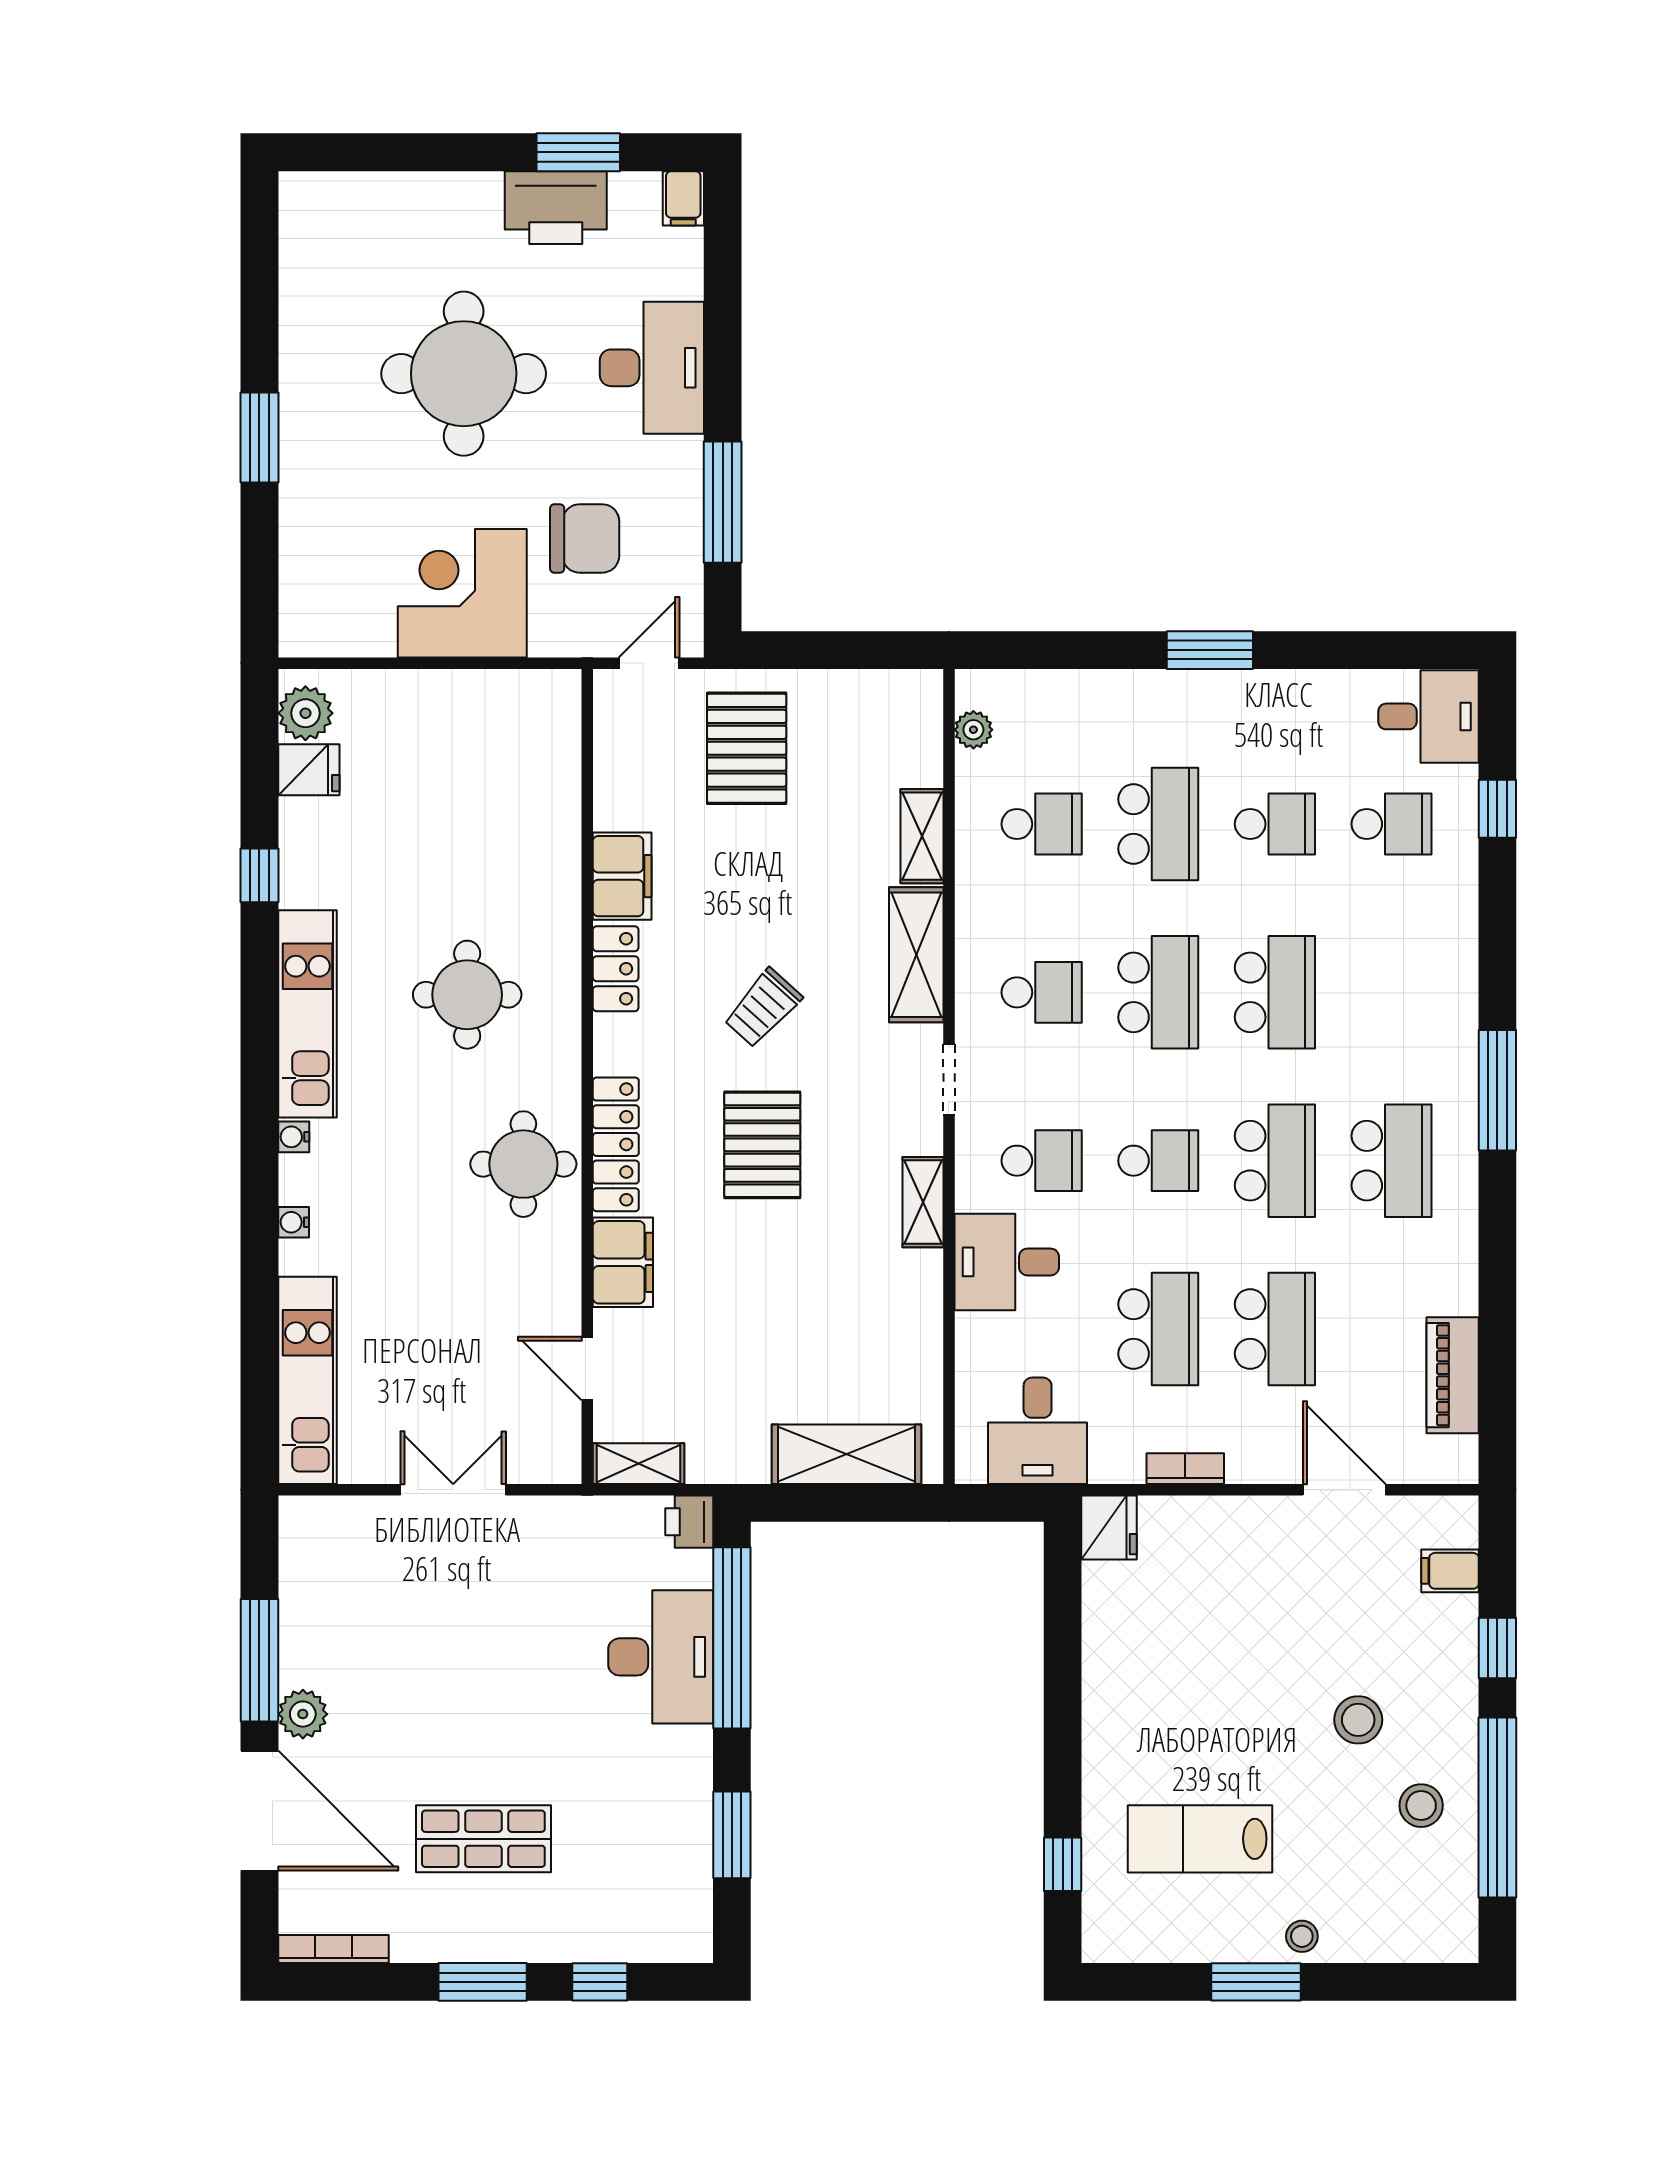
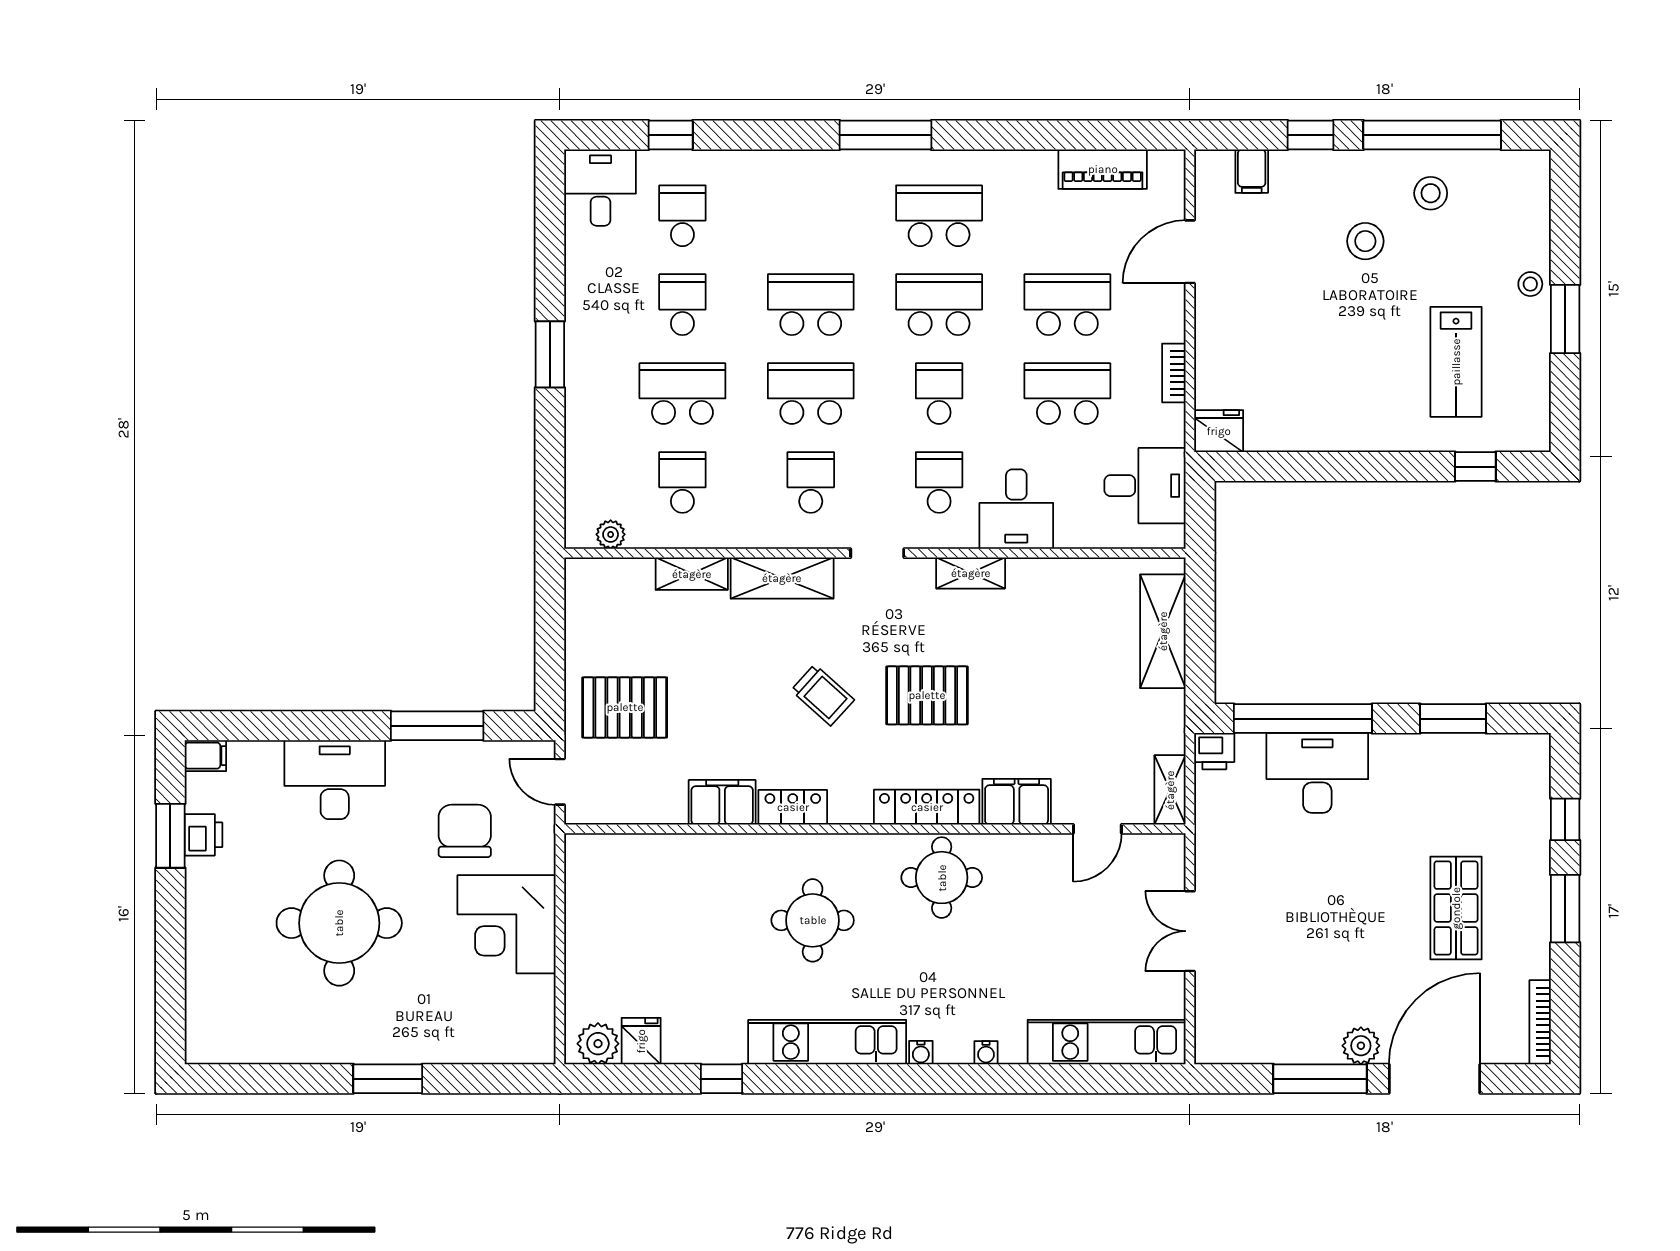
printer: (556, 208) -> (204, 835), width x0.53, depth x0.68

